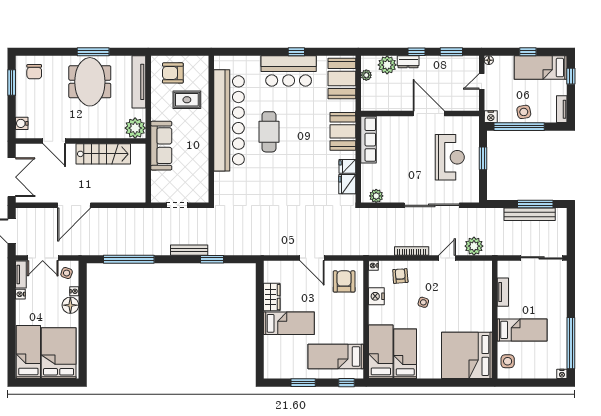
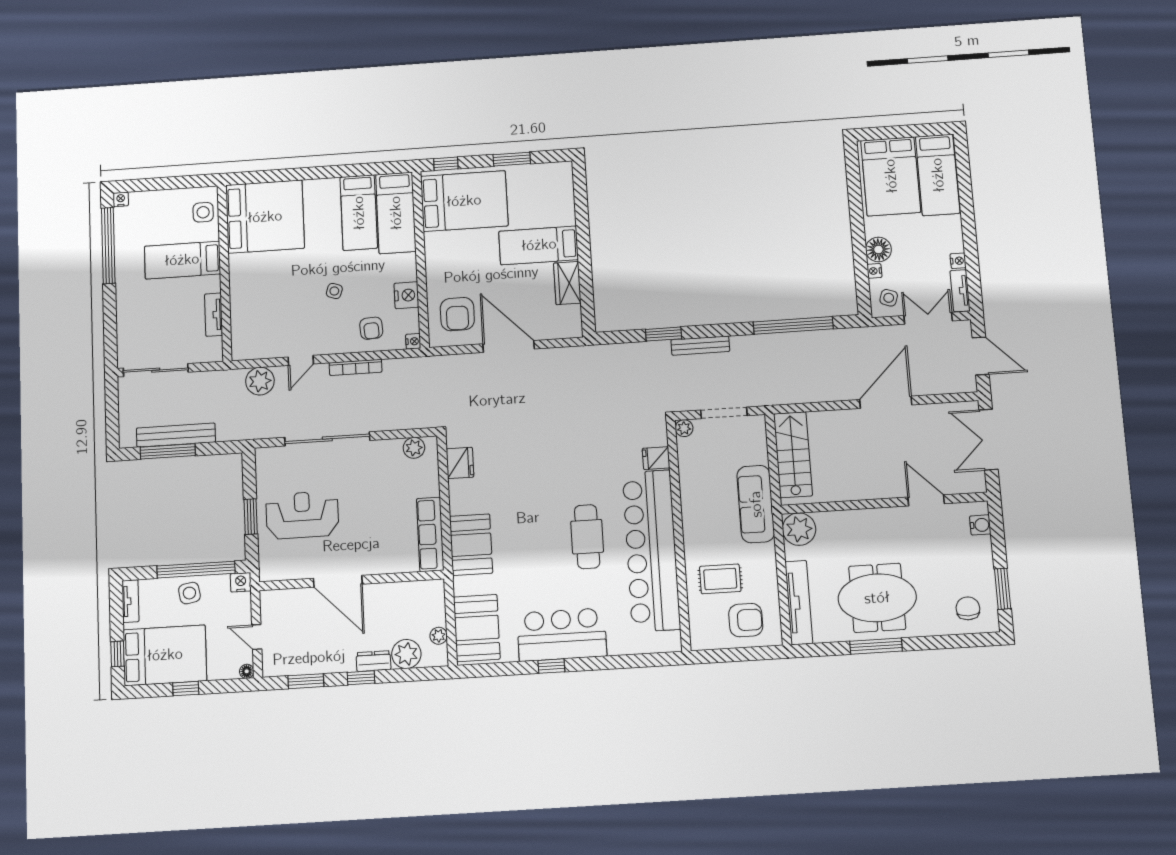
bed: (541, 68) -> (165, 655), width x1.50
door: (482, 81) -> (257, 637), swing flipped
meeting table: (90, 82) -> (877, 598), turned 90
stairs: (103, 154) -> (793, 455), moved, turned 90
reception desk: (450, 157) -> (302, 515), turned 90
fridge: (347, 166) -> (656, 458), moved, turned 180
plant: (203, 197) -> (684, 428), added
doorway: (177, 205) -> (724, 413), width x1.38
door: (312, 258) -> (509, 346), width x1.36
bed: (336, 357) -> (464, 201), width x1.50

